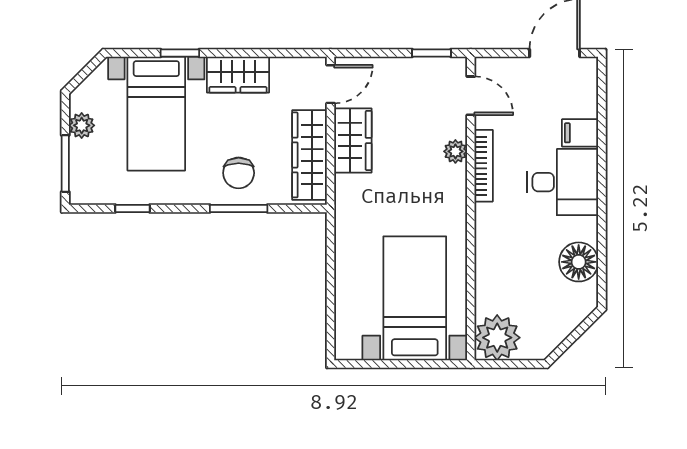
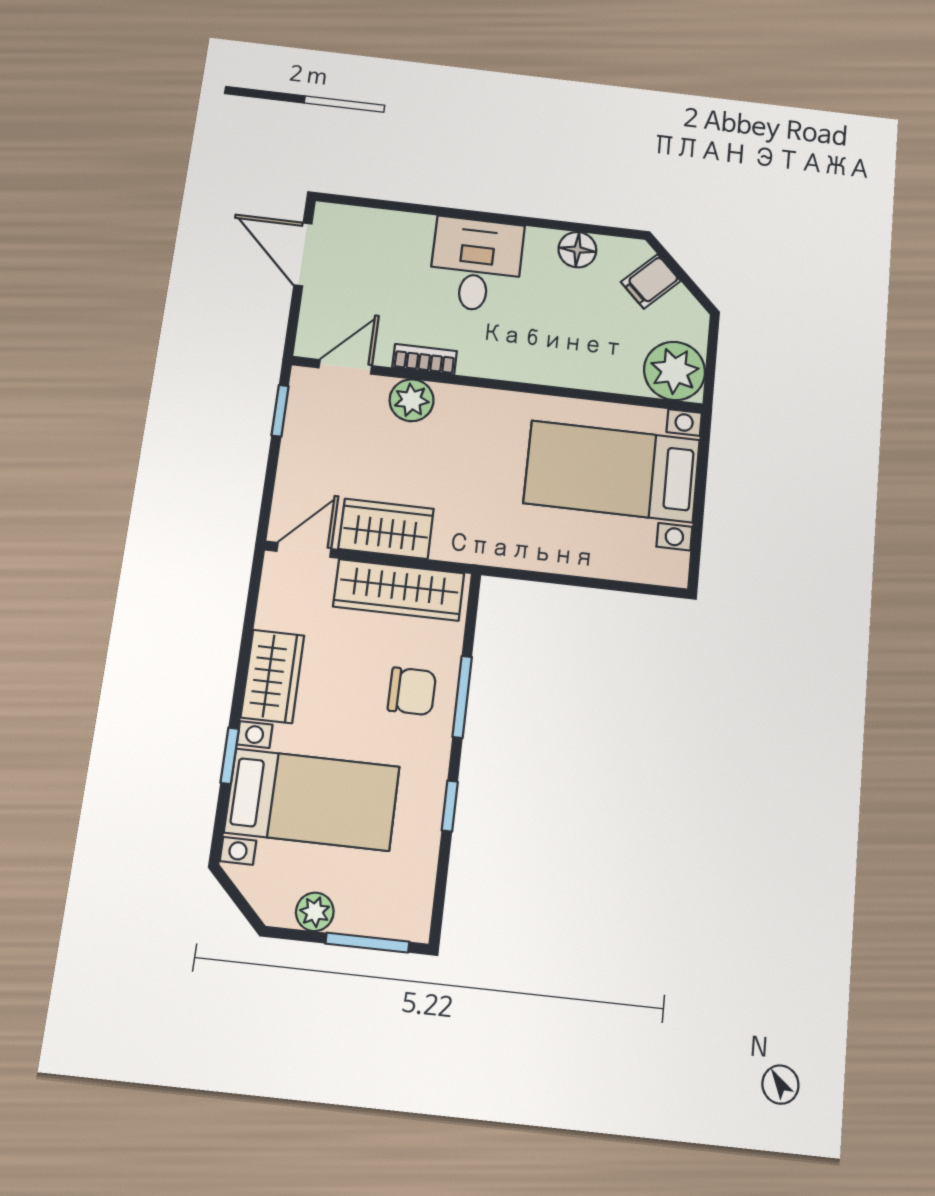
door: (331, 84) -> (304, 550), hinge flipped
filing cabinet: (580, 133) -> (651, 281), moved, turned 45
plant: (455, 151) -> (412, 400), width x1.38, depth x1.38
bookcase: (484, 166) -> (425, 359), width x0.64
window: (133, 208) -> (450, 806), moved
floor lamp: (579, 262) -> (577, 250), width x0.73, depth x0.73

